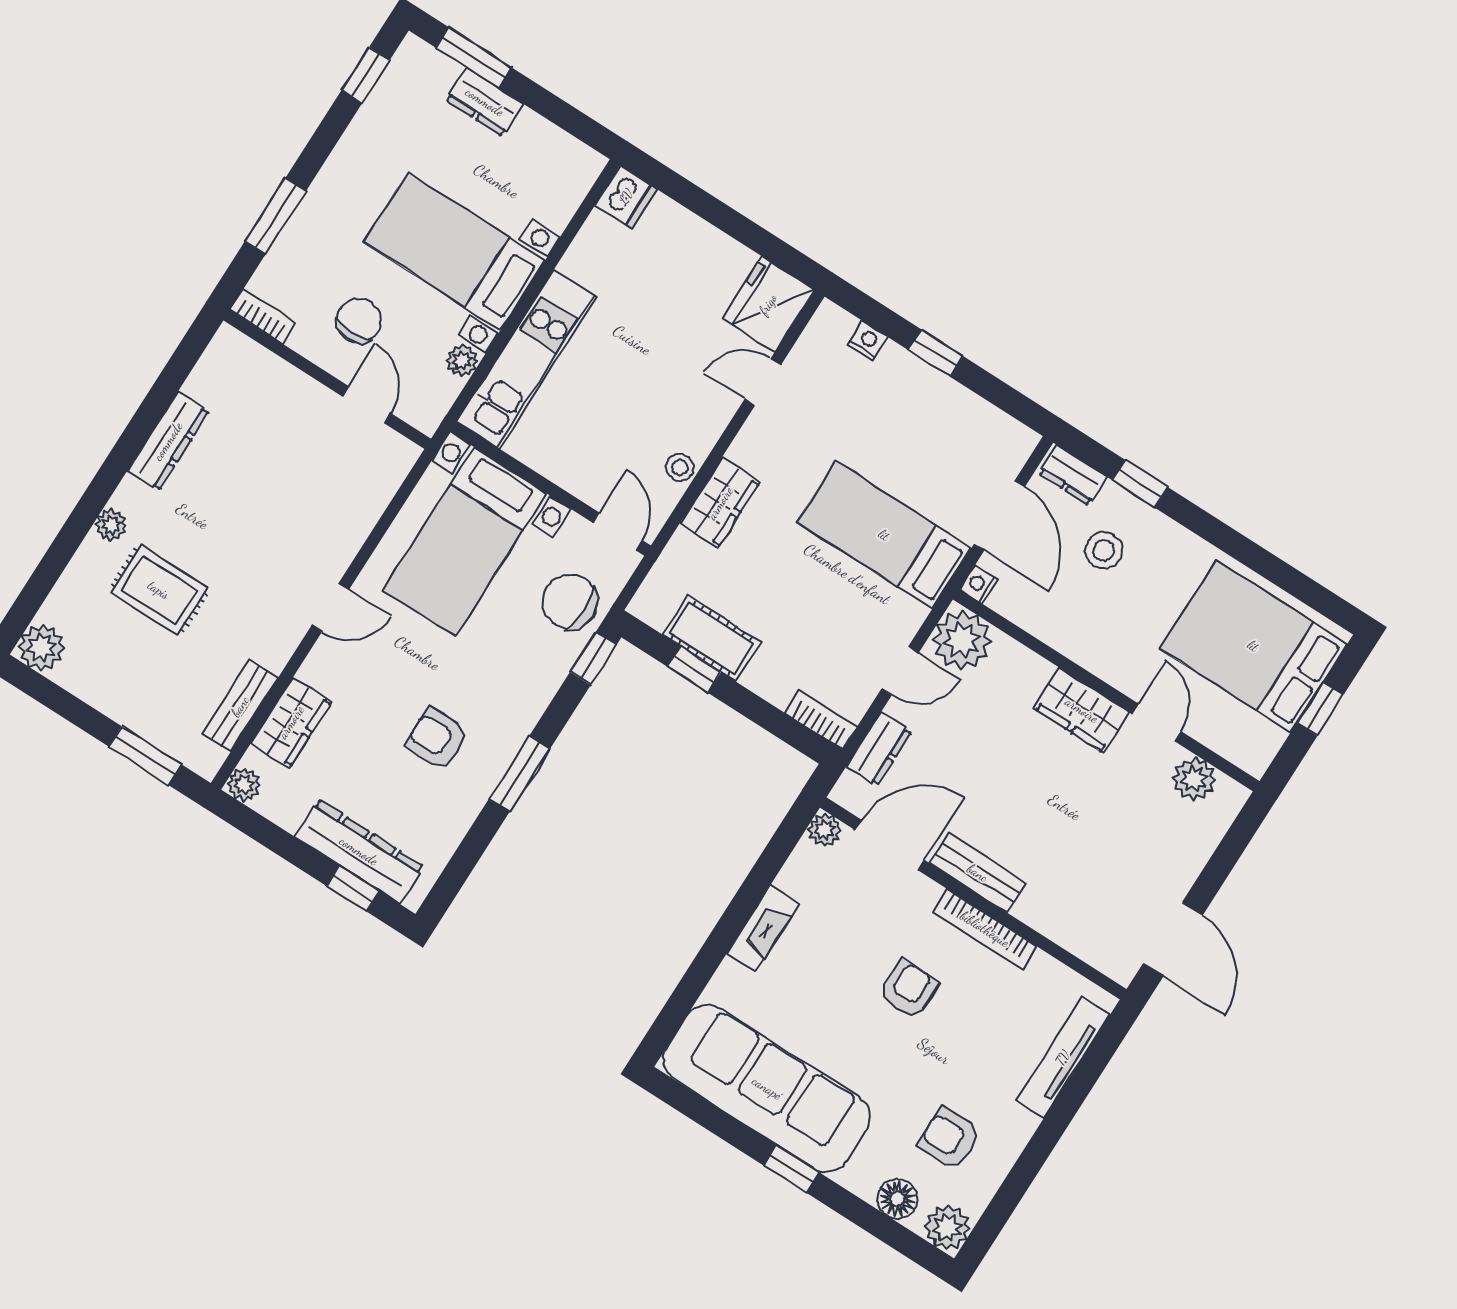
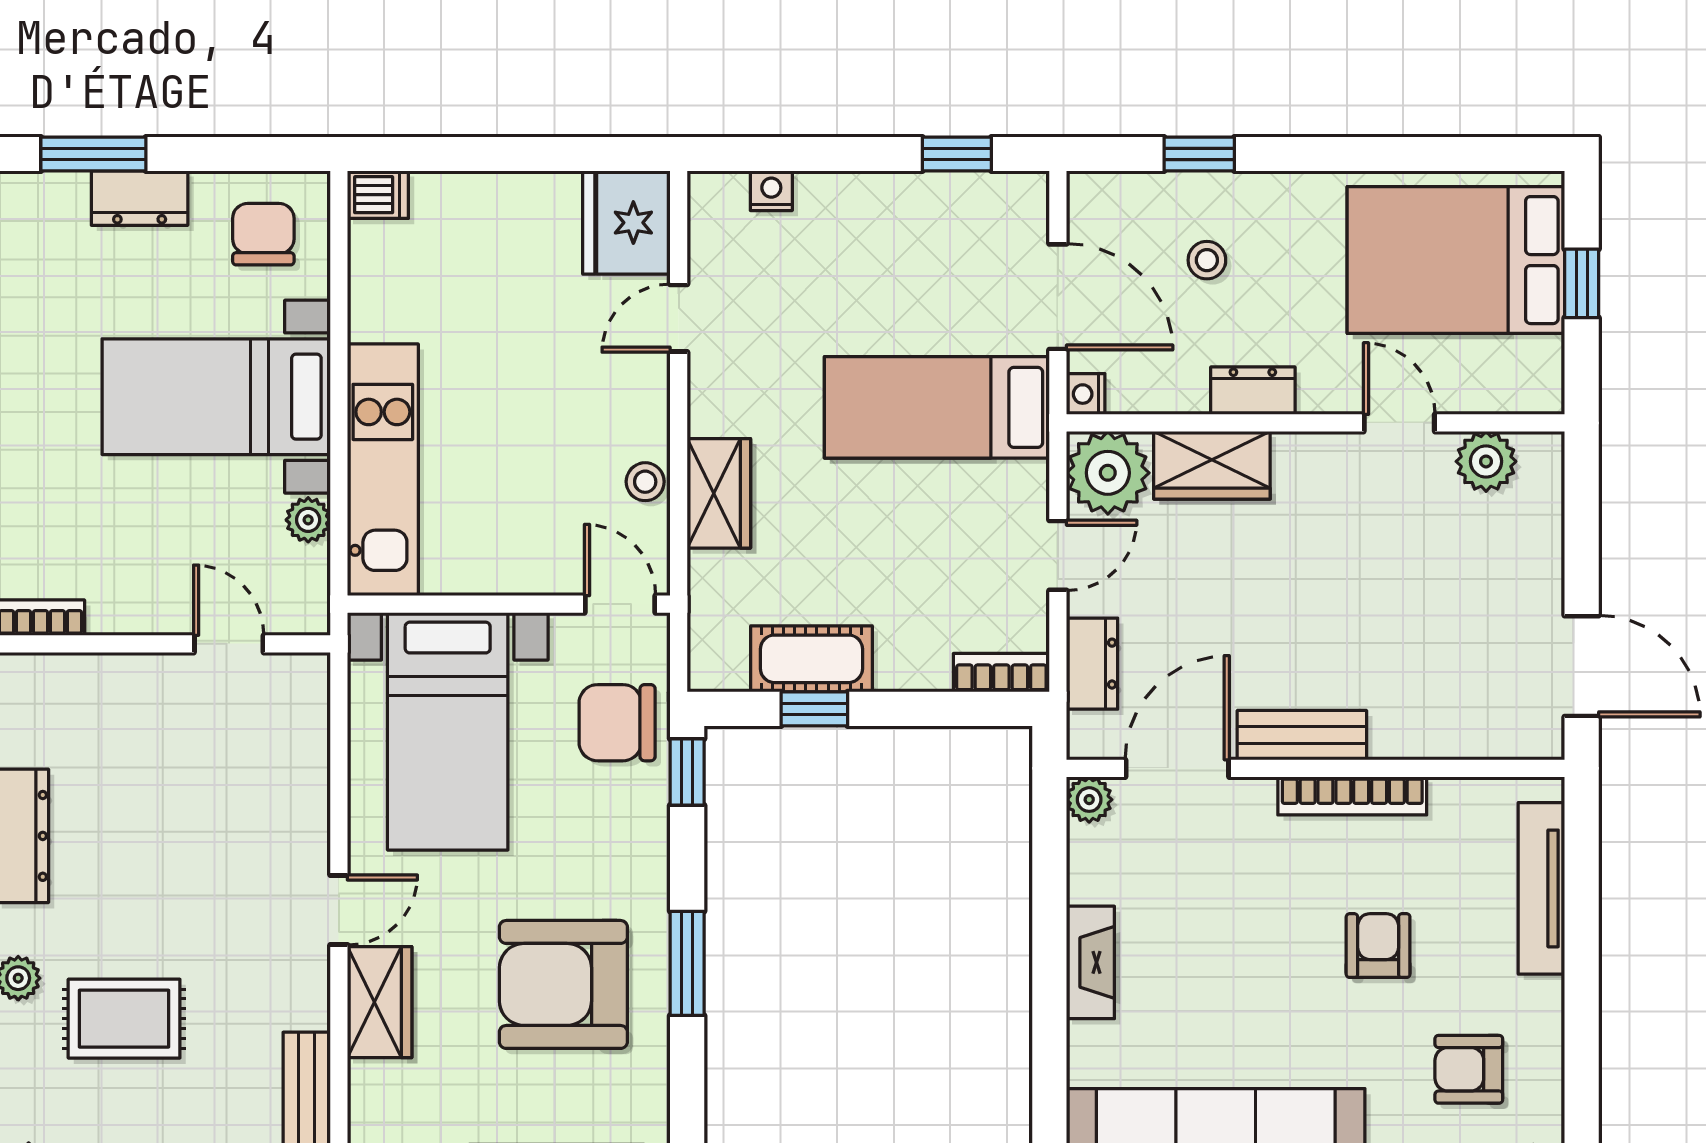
dishwasher: (626, 197) -> (378, 195), width x0.73
chair: (359, 321) -> (263, 234), moved
window: (936, 353) -> (957, 154), moved
dresser: (1073, 475) -> (1253, 391), moved, turned 180
stool: (1103, 550) -> (1207, 260), width x0.73, depth x0.73
wardrobe: (1082, 710) -> (1212, 465), moved
wardrobe: (291, 722) -> (380, 1002), moved
armchair: (437, 739) -> (563, 984), width x1.88, depth x1.88
armchair: (909, 989) -> (1378, 946), moved

